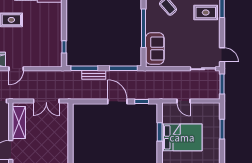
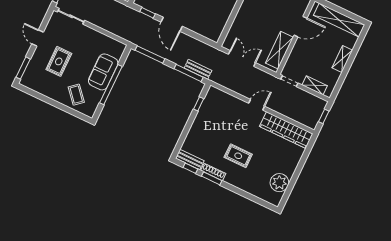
rug: (206, 12) -> (59, 61), moved, turned 90
sofa: (155, 49) -> (103, 72), moved
door: (222, 55) -> (38, 38), moved
bench: (94, 75) -> (198, 69), moved

